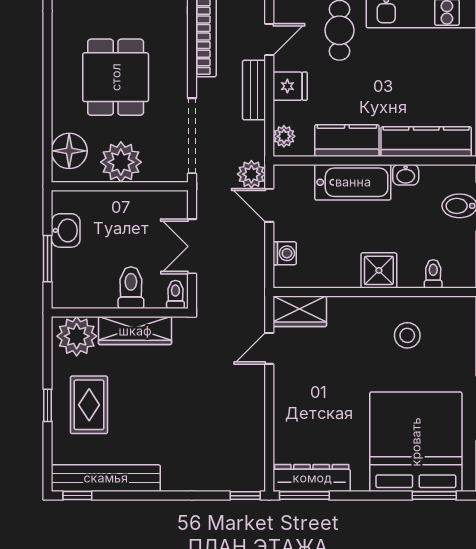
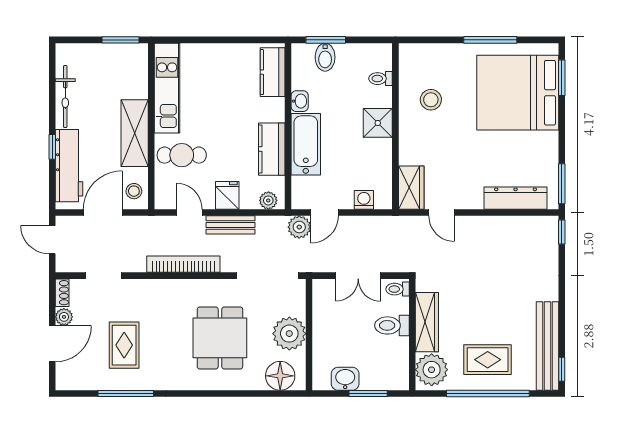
dining table: (116, 77) -> (220, 338), turned 90
kitchen counter: (426, 142) -> (273, 72), width x0.67
window: (48, 405) -> (488, 394), width x3.17
dresser: (312, 478) -> (516, 198), moved, turned 90

